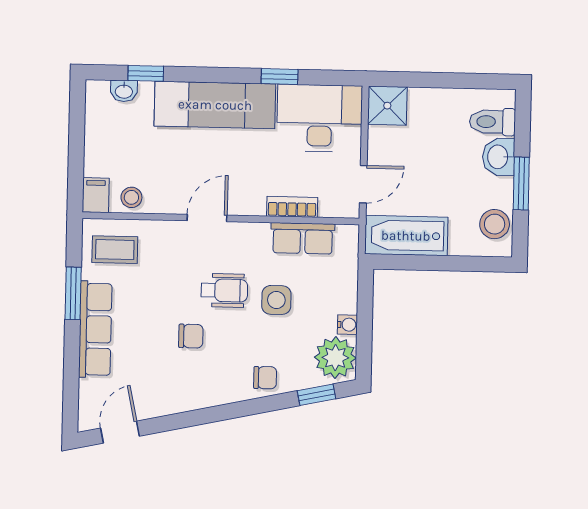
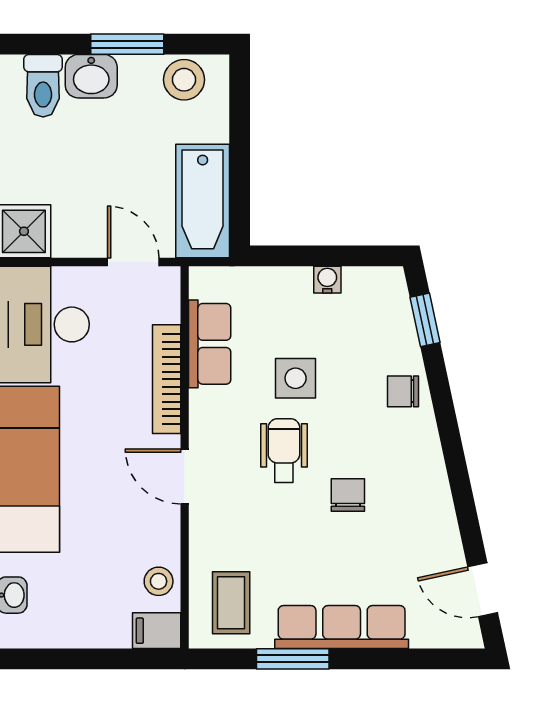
bookcase: (292, 207) -> (167, 379), width x1.56
plant: (335, 358) -> (373, 295), removed
chair: (265, 378) -> (403, 391), turned -90

